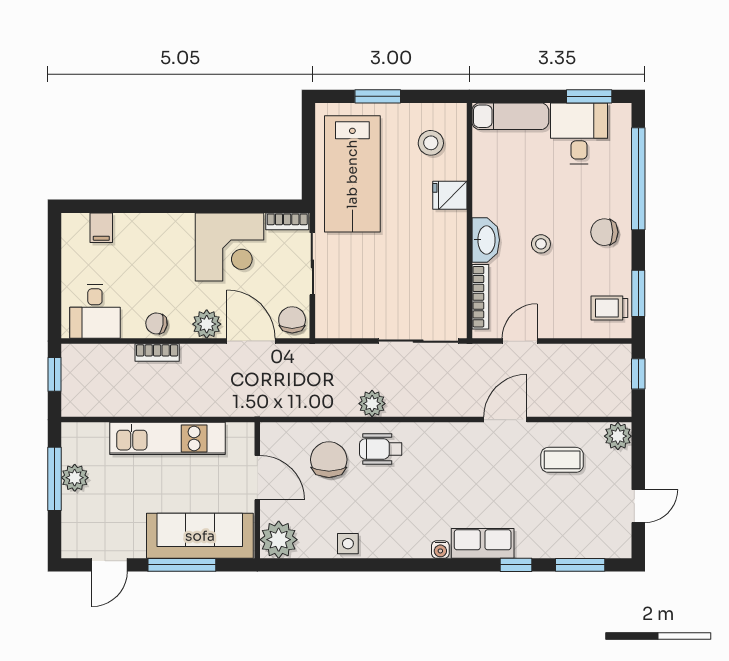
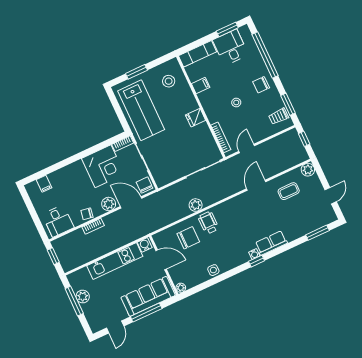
filing cabinet: (488, 180) -> (201, 86), added
fridge: (450, 195) -> (196, 118), moved
washbasin: (486, 240) -> (212, 112), removed
water cooler: (239, 434) -> (145, 245), added
wheelchair: (381, 449) -> (208, 223), turned 90
chair: (329, 460) -> (188, 238), turned 90
plant: (279, 540) -> (181, 288), width x0.53, depth x0.53
window: (516, 565) -> (257, 261), moved

